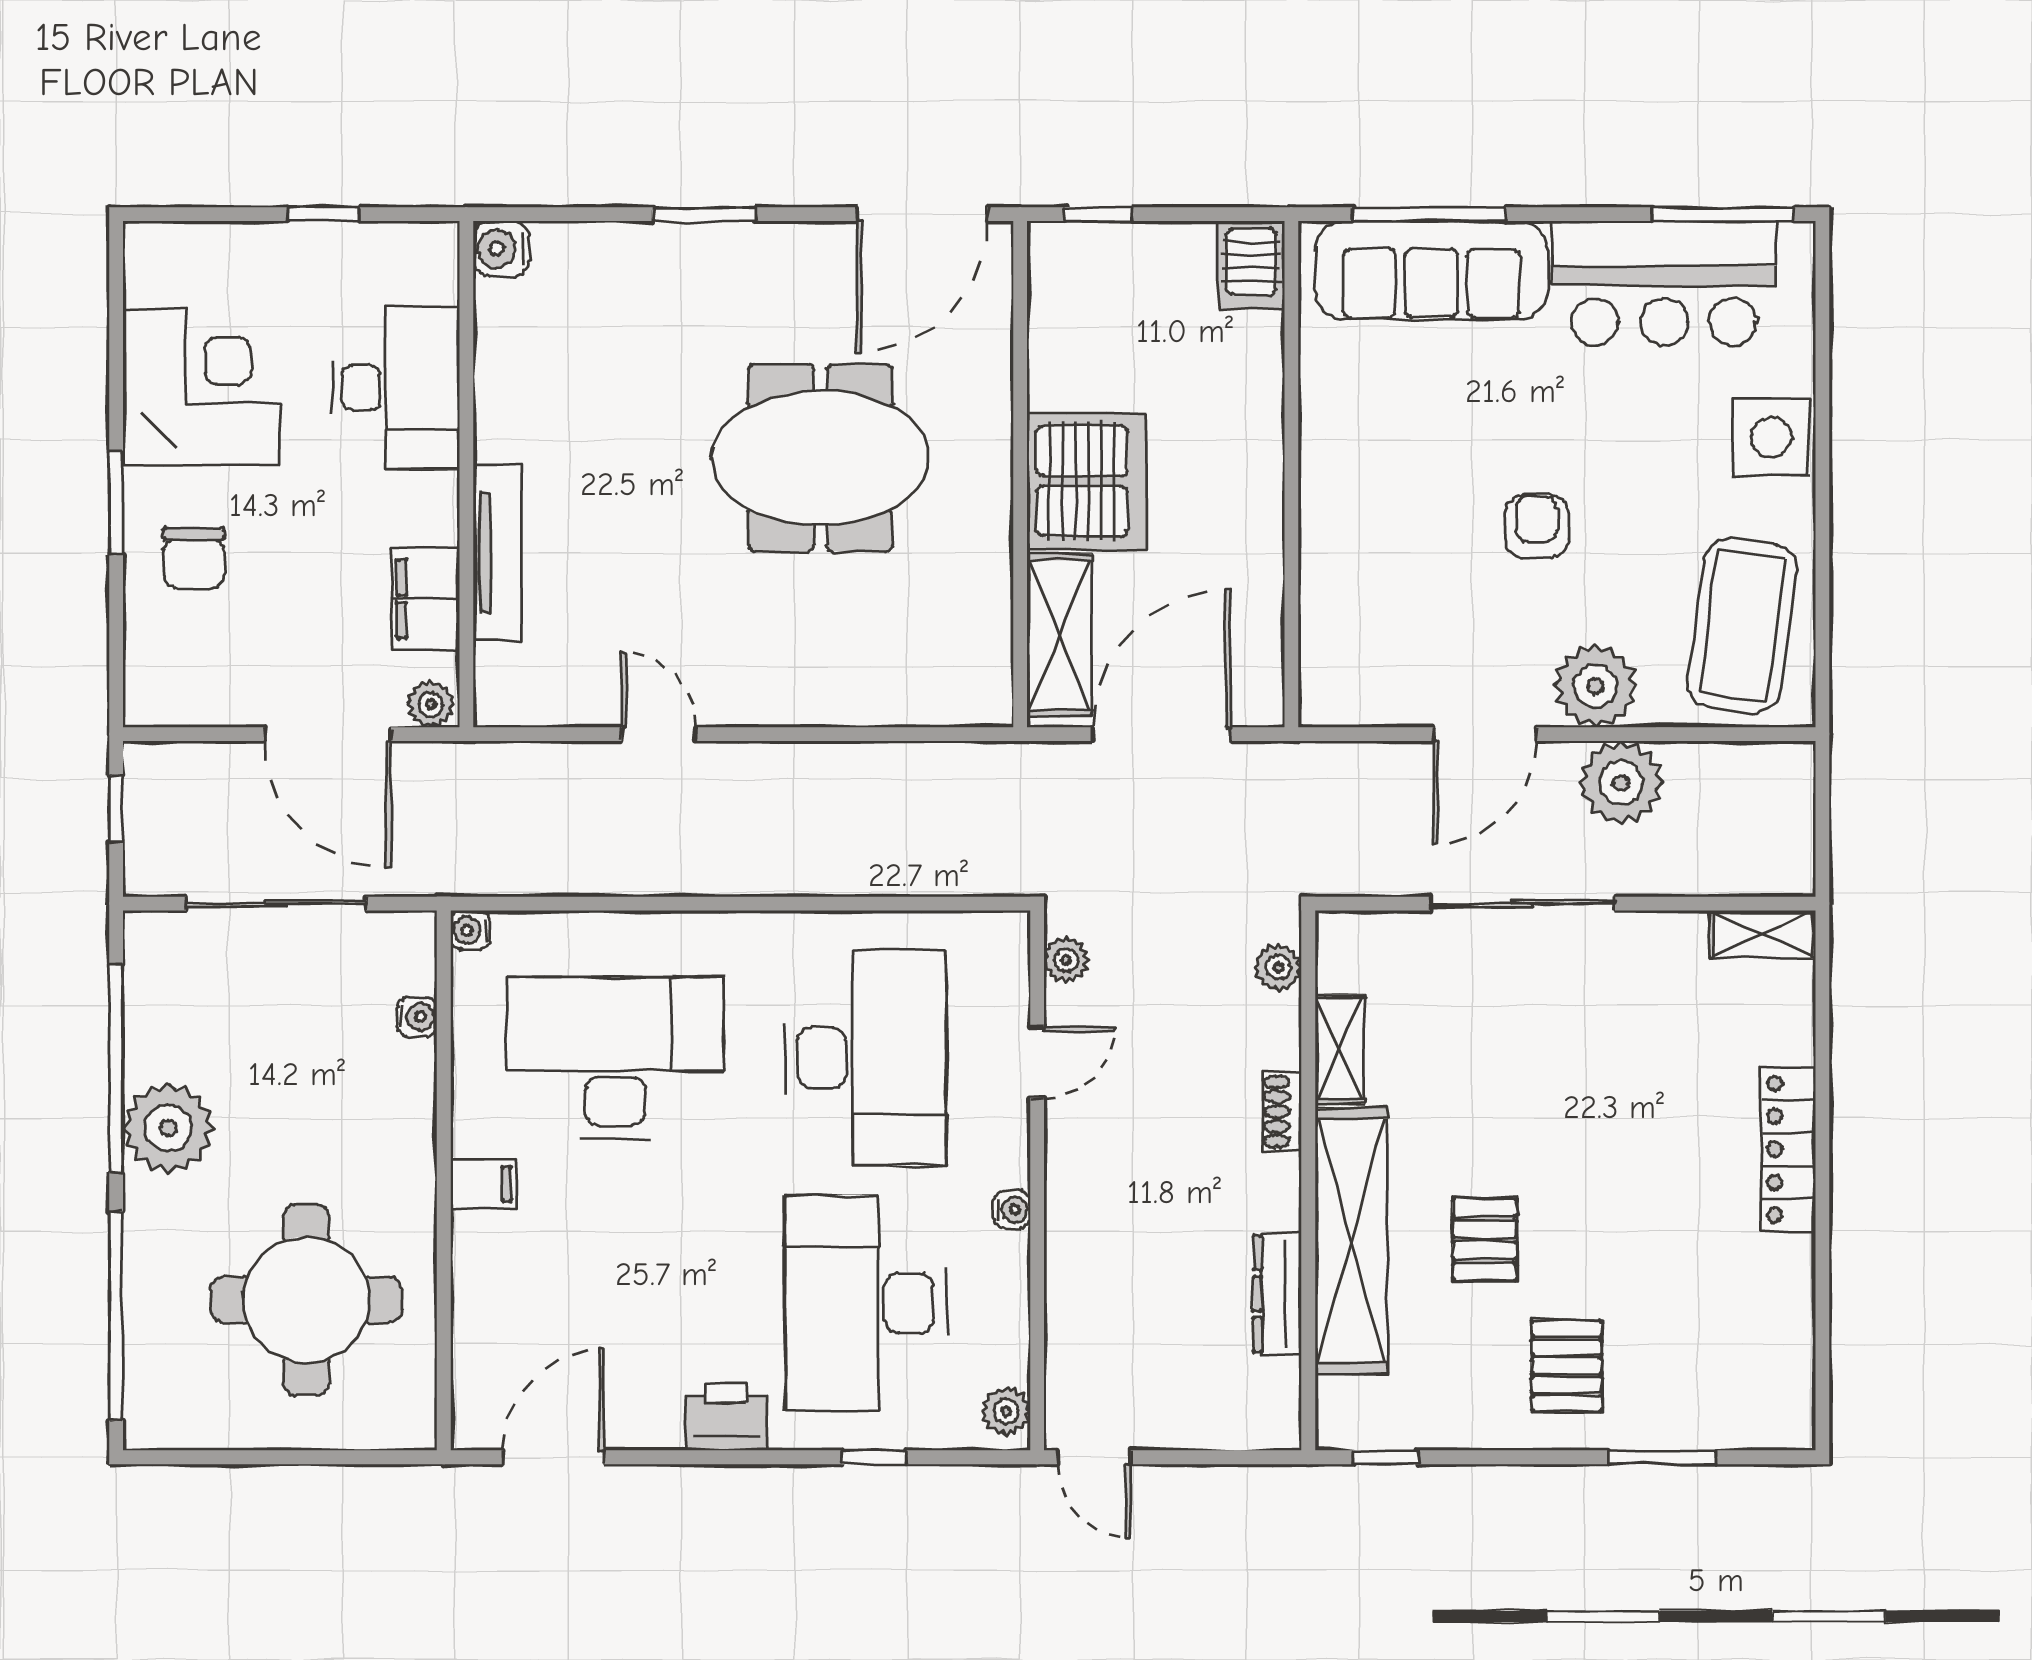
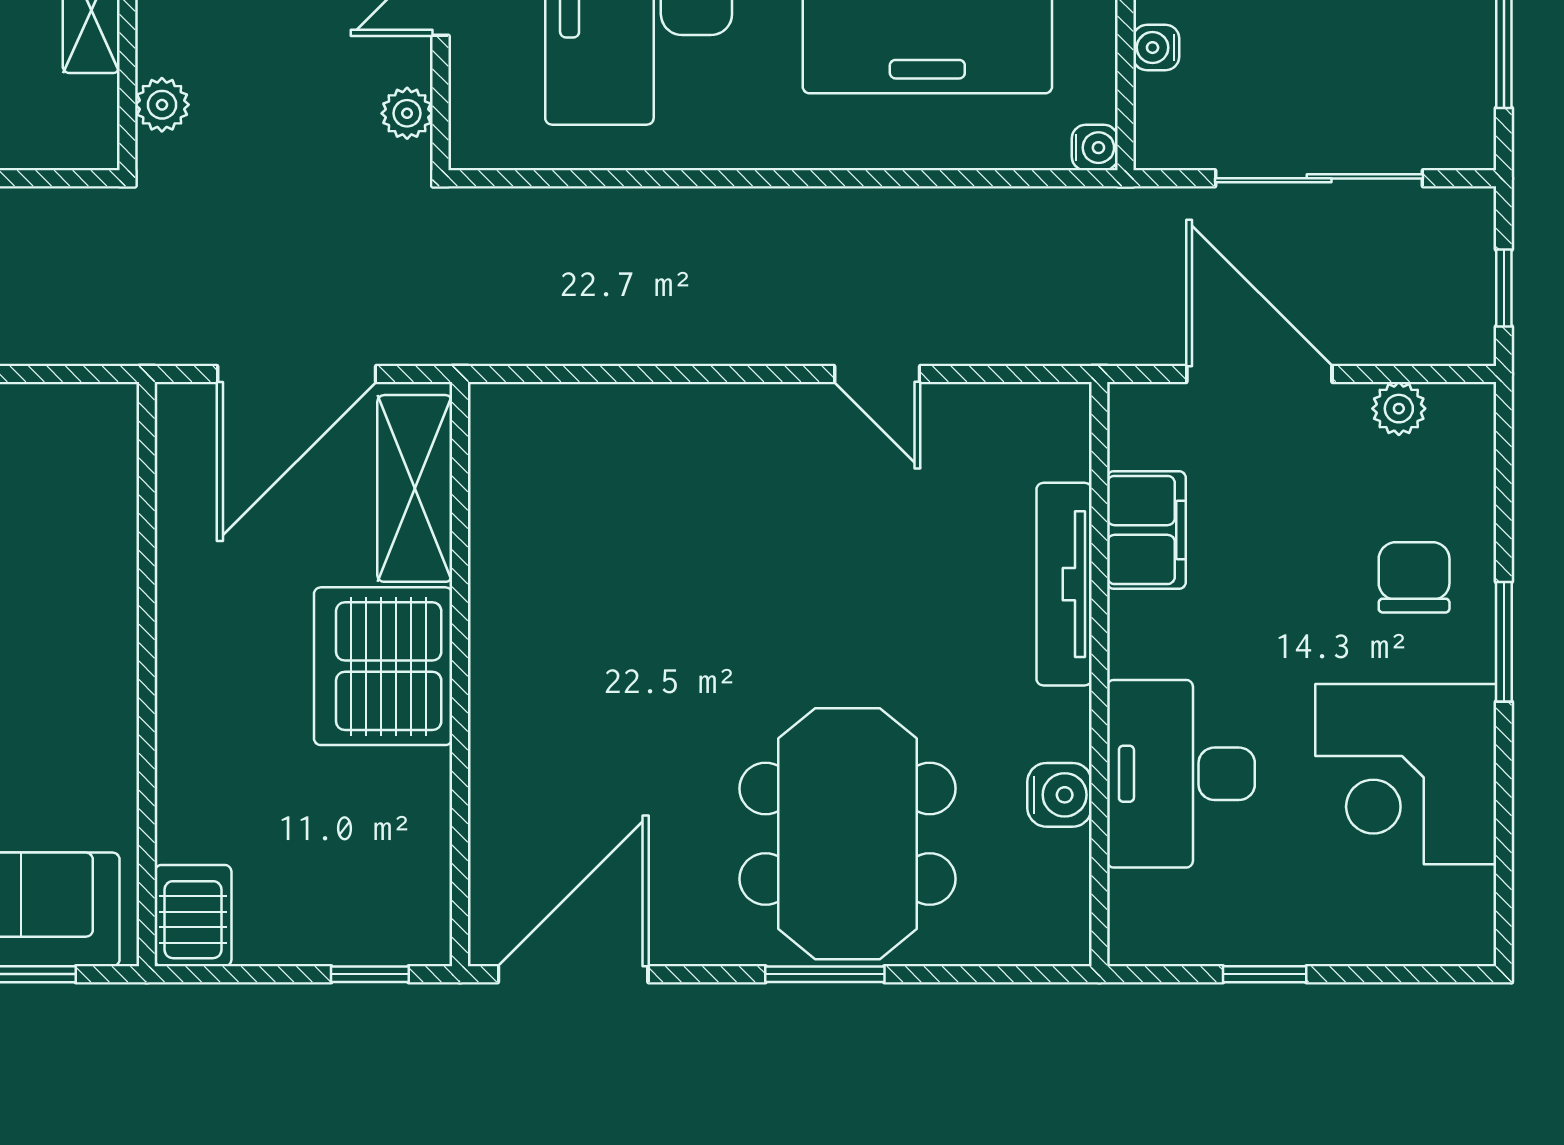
water cooler: (501, 249) -> (1060, 795), moved
meeting table: (820, 458) -> (848, 834), moved, turned 90
plant: (431, 704) -> (1399, 409), moved

